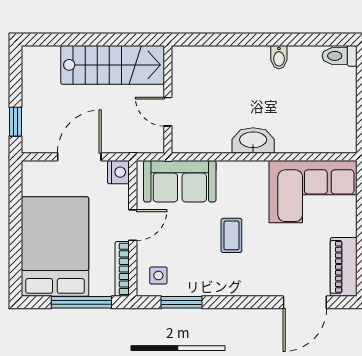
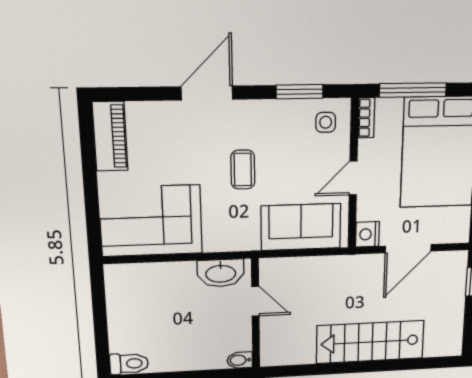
bidet: (279, 57) -> (240, 360), moved, turned -90
wall: (168, 99) -> (256, 314), moved
door: (168, 112) -> (255, 301), moved
bookcase: (122, 269) -> (366, 118), width x0.64
door: (305, 302) -> (207, 93), moved

